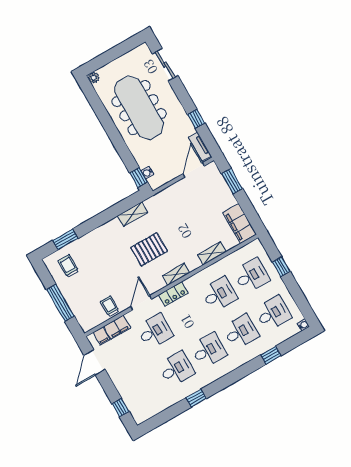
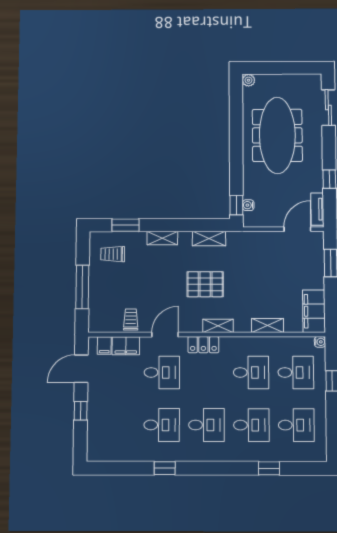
shelving: (98, 233) -> (162, 238), added
trolley: (68, 266) -> (113, 254), turned -90
water cooler: (303, 325) -> (320, 342), moved
window: (121, 408) -> (81, 411), moved

